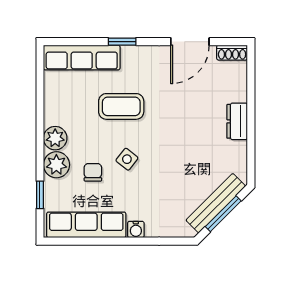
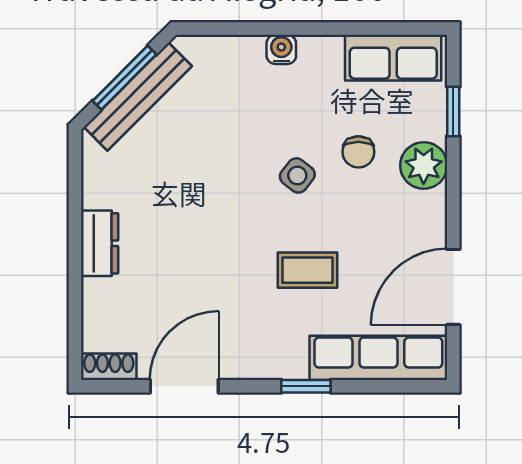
door: (40, 97) -> (453, 287), added
coffee table: (121, 106) -> (308, 270), width x0.73, depth x0.77
plant: (55, 138) -> (426, 213), removed
row of seats: (86, 225) -> (393, 58), width x0.68

